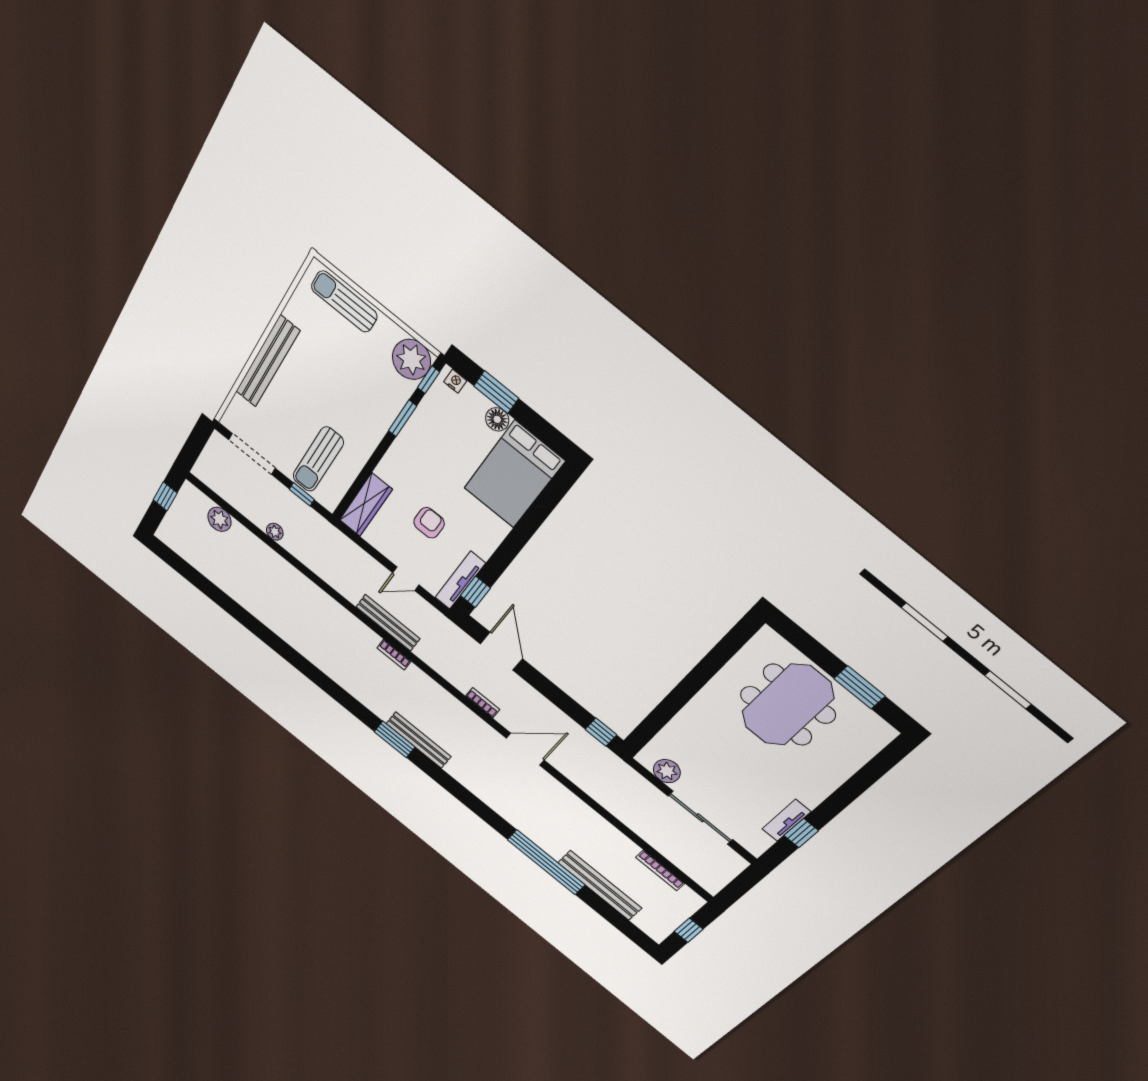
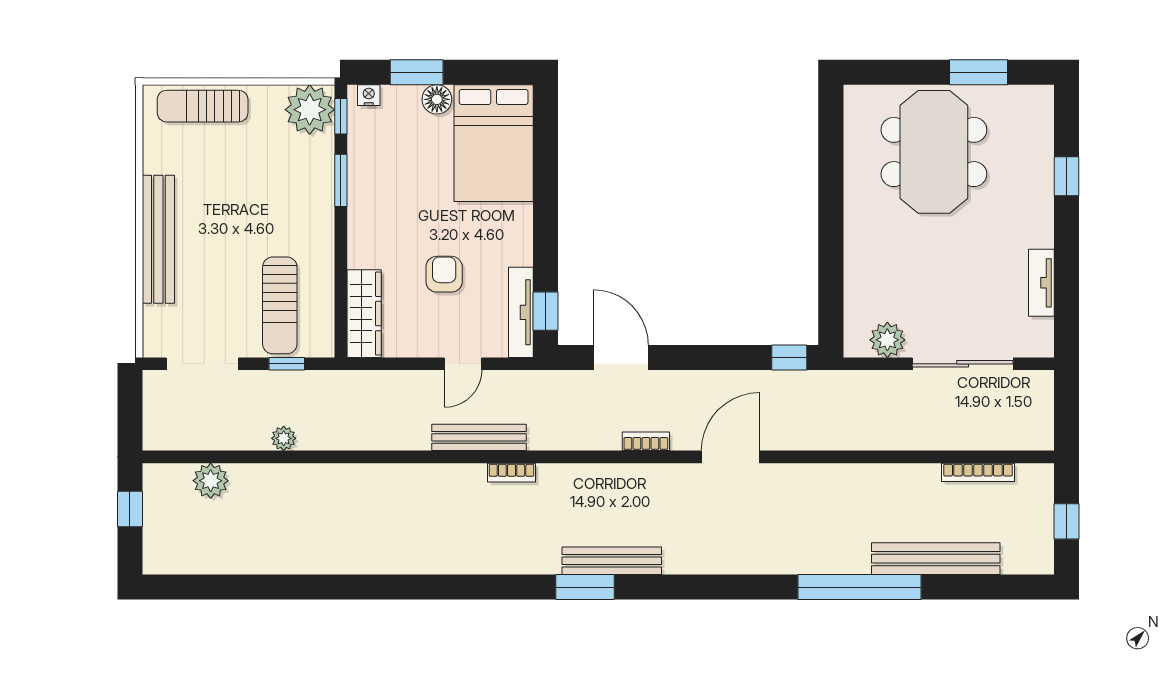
window: (801, 833) -> (1067, 176), moved

